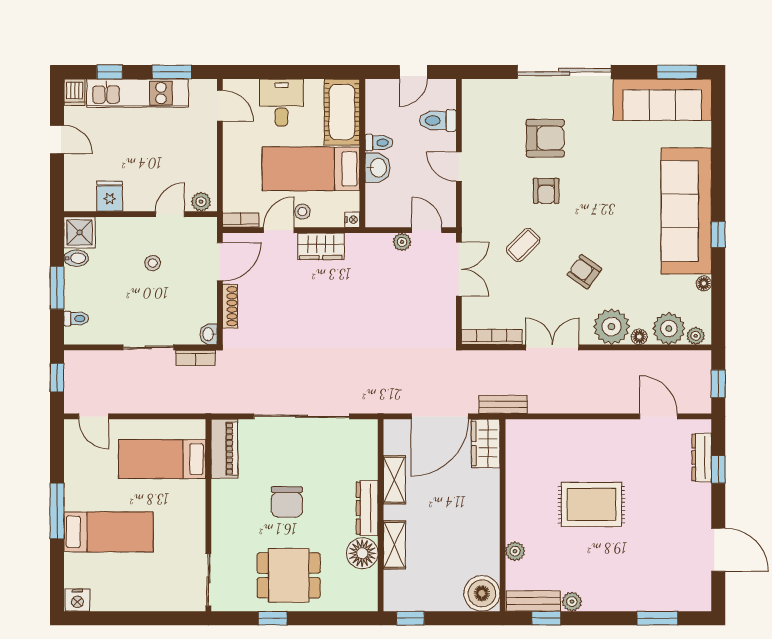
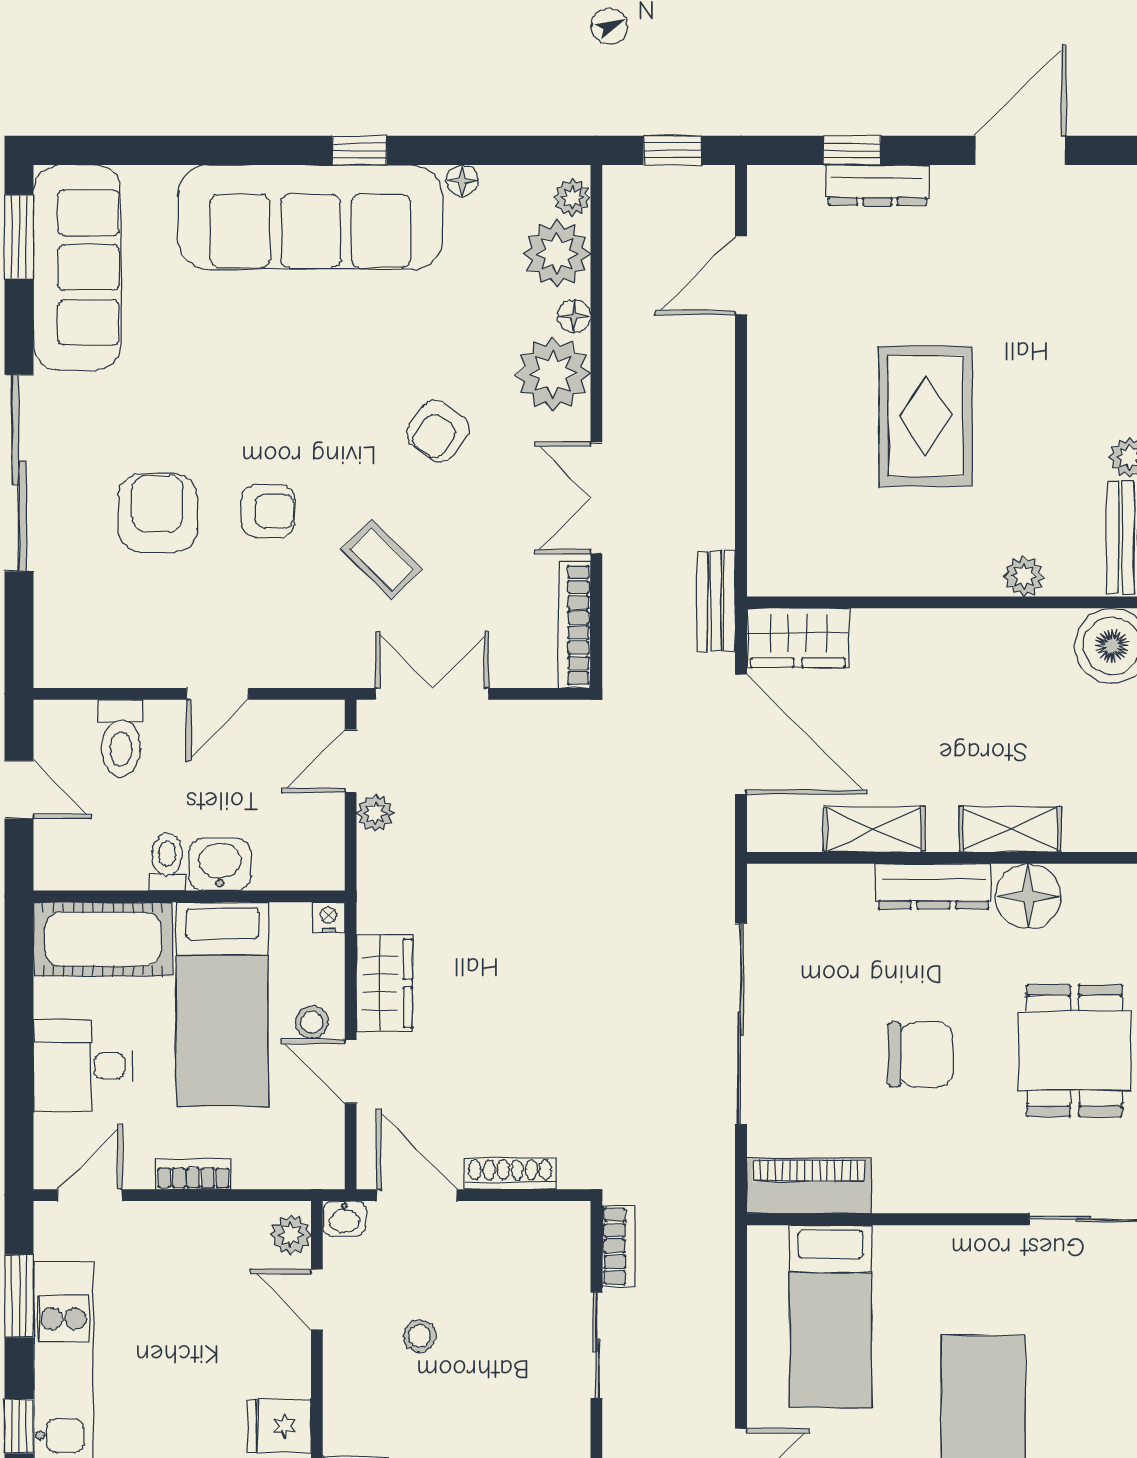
bookcase: (241, 220) -> (193, 1174), moved, turned 90
washbasin: (209, 334) -> (344, 1219), moved
dresser: (702, 458) -> (877, 185), moved

